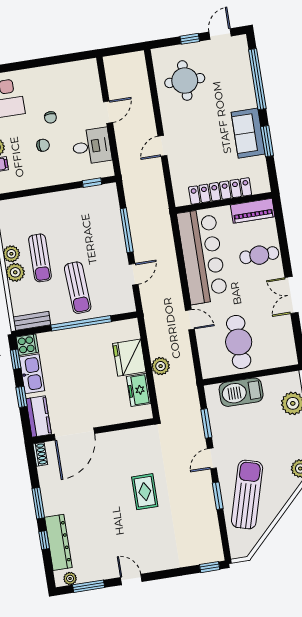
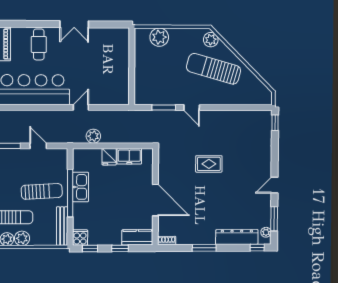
bench: (32, 321) -> (62, 226), width x1.36
cafe table: (239, 342) -> (104, 72), removed
fridge: (129, 358) -> (109, 157), width x0.53, depth x0.75
plant: (161, 366) -> (93, 136), moved
kitchen sink: (32, 374) -> (81, 187), moved, turned 90
barbecue: (241, 392) -> (144, 76), removed
door: (74, 434) -> (155, 200), moved
sun lounger: (247, 495) -> (214, 69), moved
window: (218, 496) -> (221, 108), removed
window: (44, 540) -> (257, 248), moved

